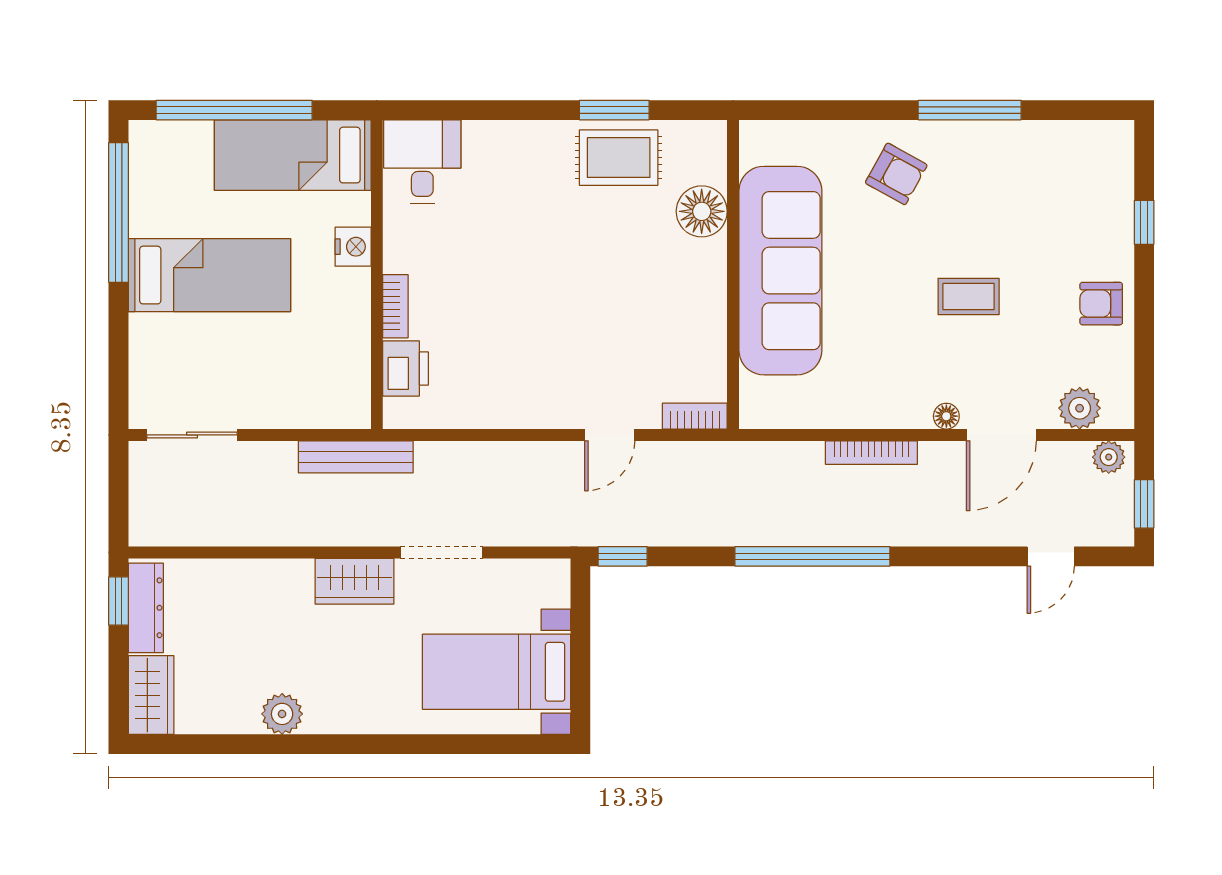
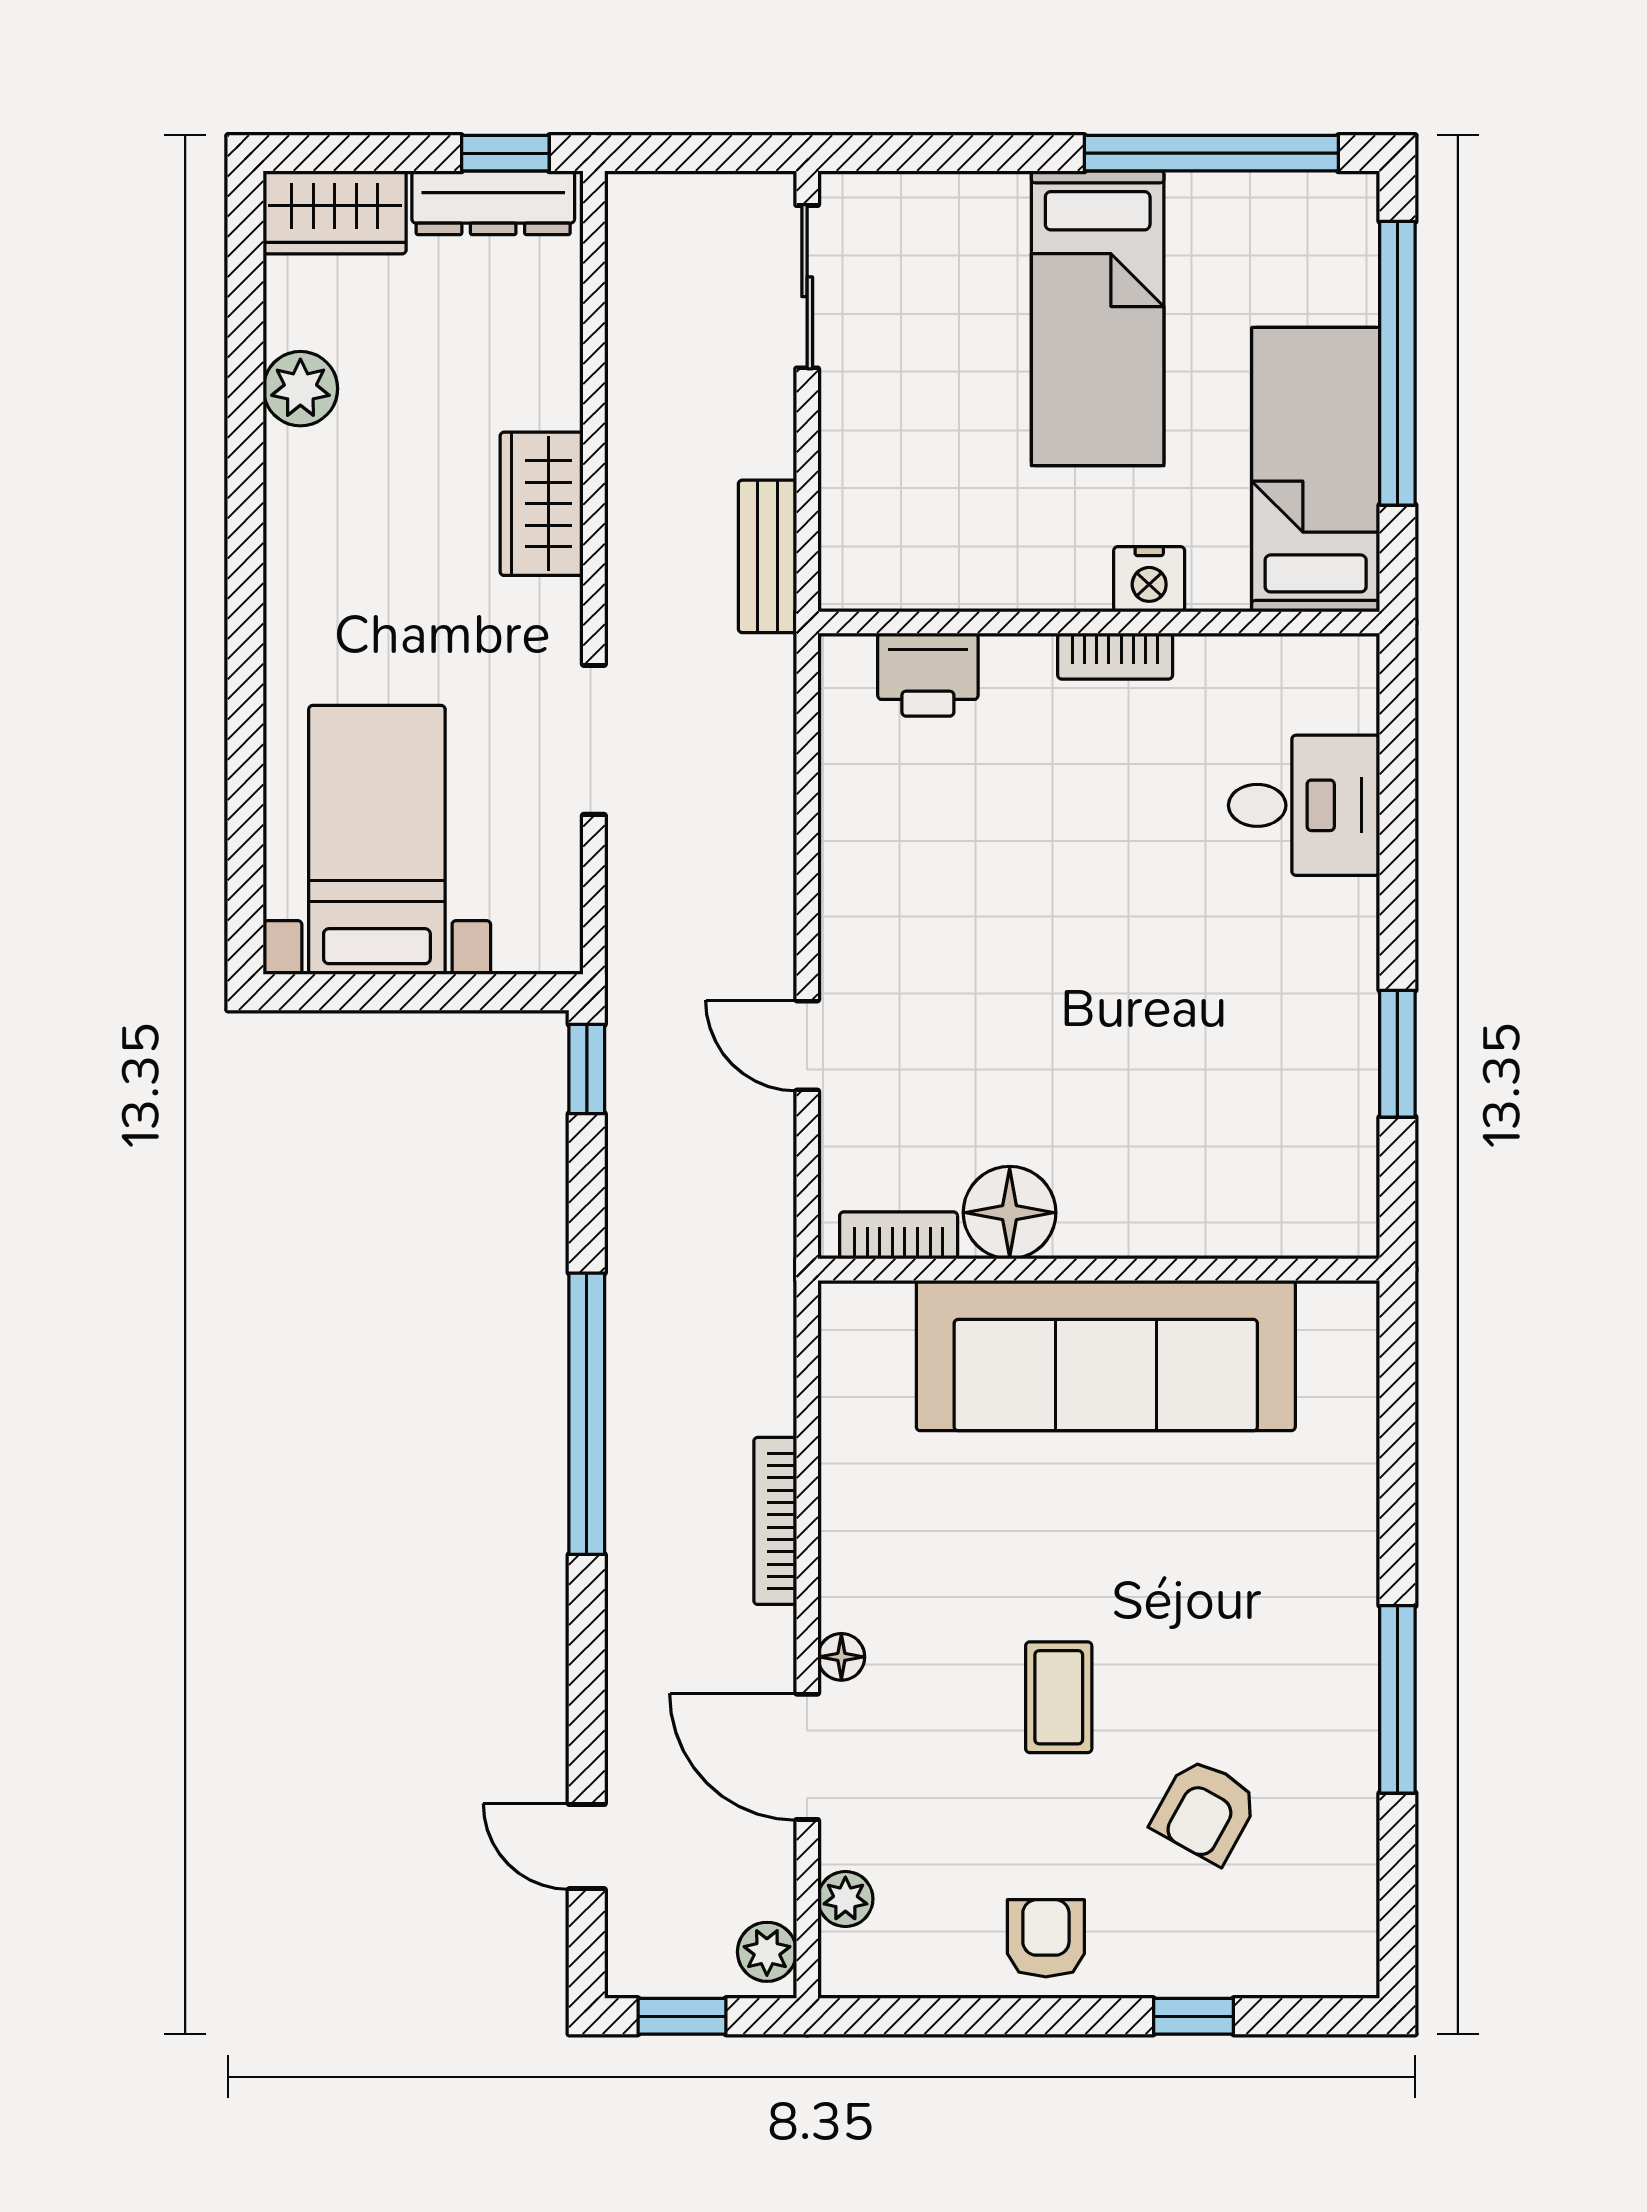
rug: (619, 158) -> (1311, 1062), removed
desk: (422, 161) -> (1304, 805), moved
armchair: (896, 174) -> (1205, 1811), moved
floor lamp: (702, 211) -> (1010, 1213), moved
bookcase: (395, 306) -> (1115, 656), moved
plant: (1080, 408) -> (845, 1899), width x0.73, depth x0.73
bookcase: (695, 416) -> (899, 1235), moved, turned -90
bench: (356, 457) -> (767, 556), width x0.73
wardrobe: (355, 581) -> (542, 504), moved
plant: (282, 714) -> (300, 389), moved

